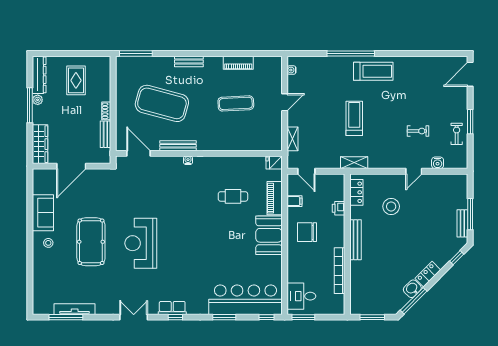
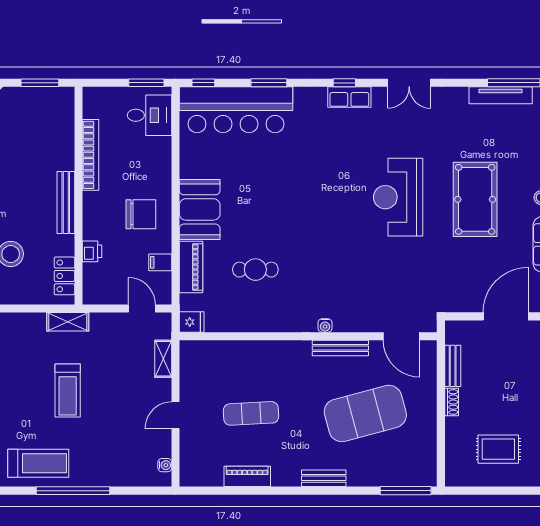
treadmill: (373, 71) -> (38, 463), turned 180
rug: (76, 80) -> (498, 449), turned 90
exercise mat: (162, 103) -> (365, 413), turned -30
reception desk: (141, 243) -> (398, 197), turned 180

